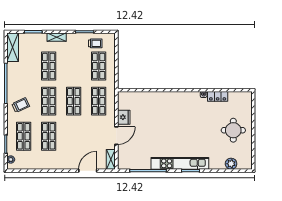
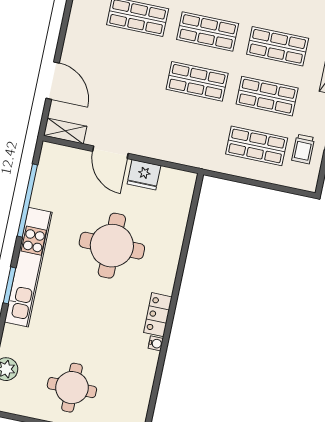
locker: (218, 96) -> (158, 315), moved
shop shelf: (99, 101) -> (267, 96), moved
round table: (161, 125) -> (112, 246), added

